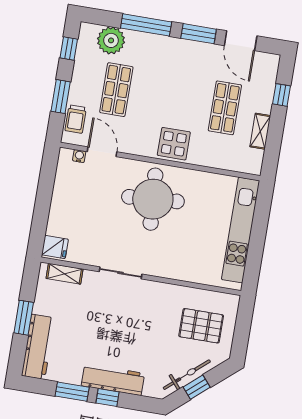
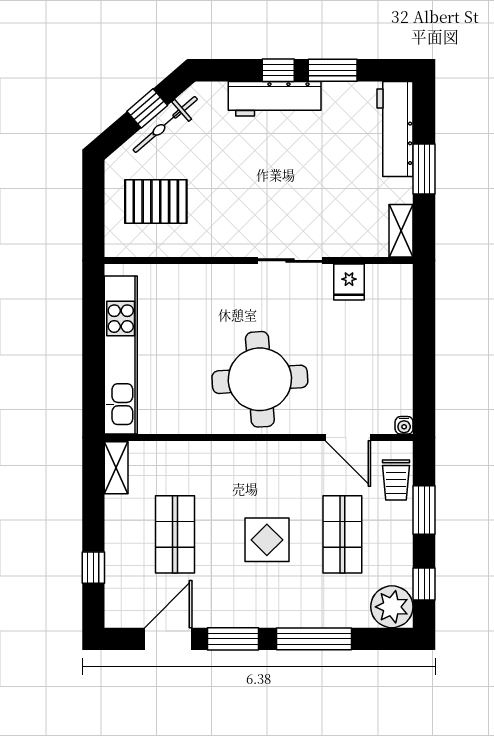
plant: (111, 40) -> (392, 607), moved
door: (241, 41) -> (168, 639), hinge flipped
trolley: (76, 119) -> (396, 480), turned 180
shelving: (260, 131) -> (116, 468), moved
display table: (174, 144) -> (267, 540), moved
water cooler: (79, 156) -> (404, 425), moved
fridge: (55, 247) -> (349, 282), moved, turned -90
shelving: (65, 274) -> (401, 231), moved, turned 90

